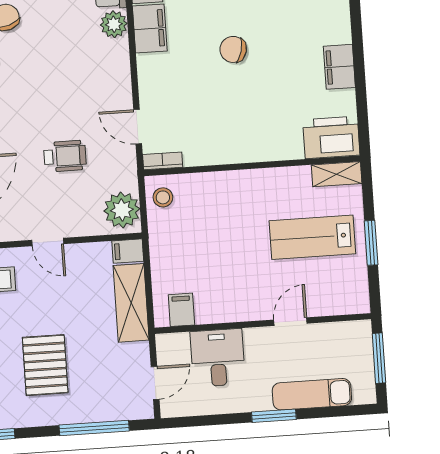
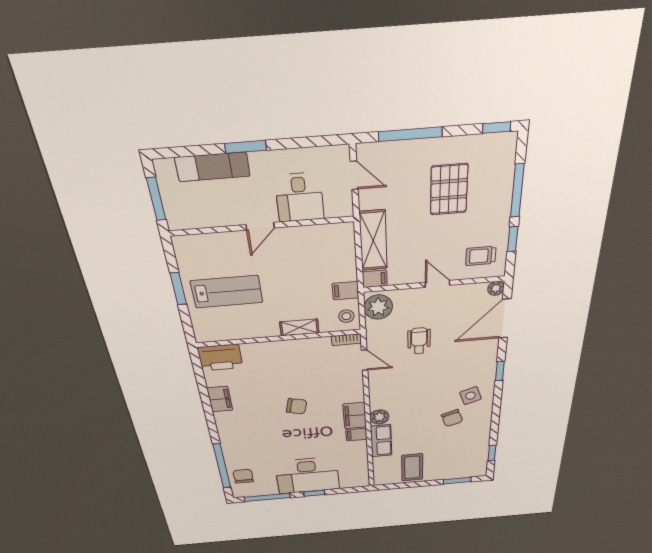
wheelchair: (65, 156) -> (419, 341), turned 90
shelving: (337, 174) -> (299, 328), moved
filing cabinet: (181, 310) -> (345, 291), moved, turned 90
door: (290, 322) -> (260, 226), moved
door: (155, 383) -> (354, 175), swing flipped

